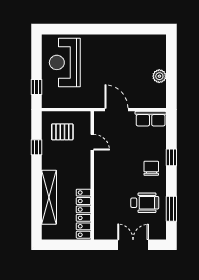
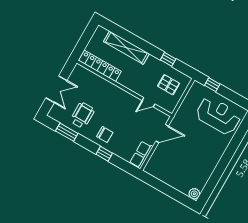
plant: (159, 76) -> (194, 194), moved
pallet: (62, 132) -> (169, 85), turned 90
wheelchair: (145, 203) -> (82, 115), turned 180

